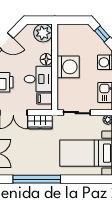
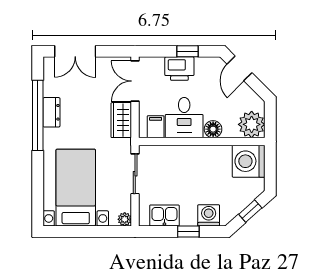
washing machine: (68, 67) -> (249, 161), moved, turned 90
dresser: (35, 170) -> (51, 112), added

